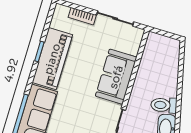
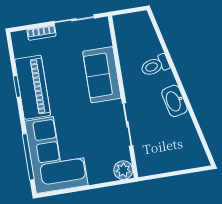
toilet: (164, 105) -> (155, 66), moved

